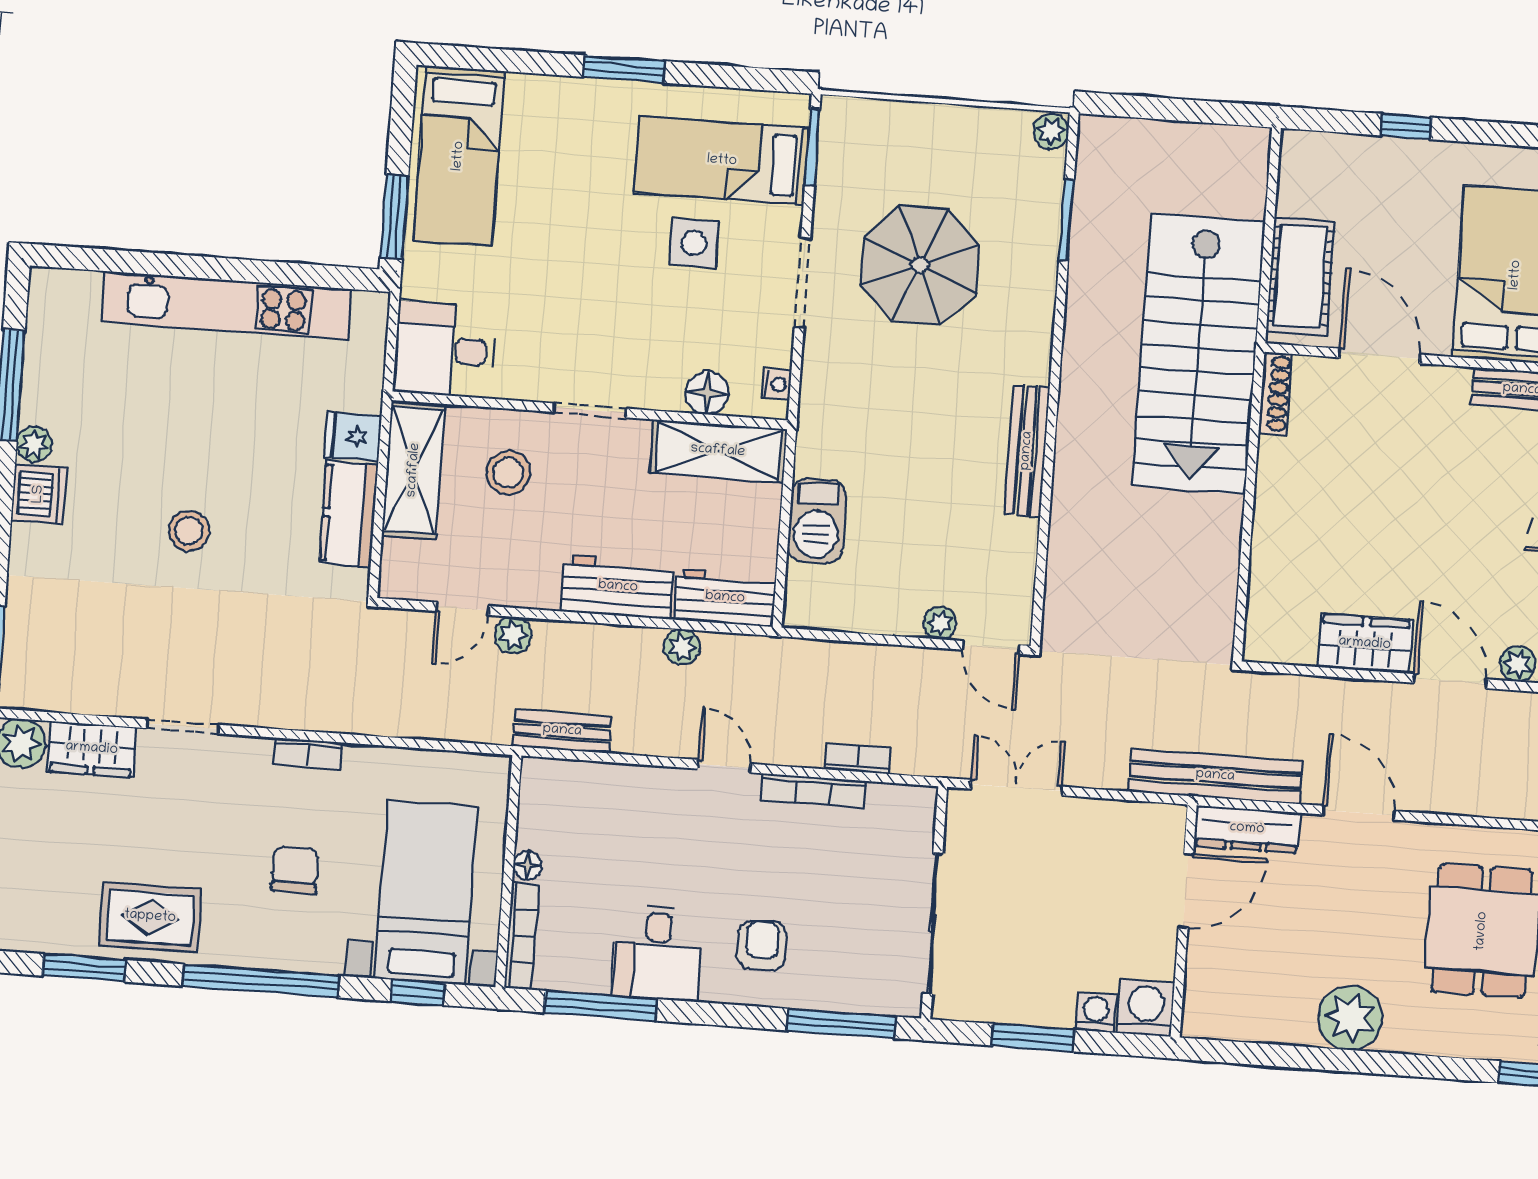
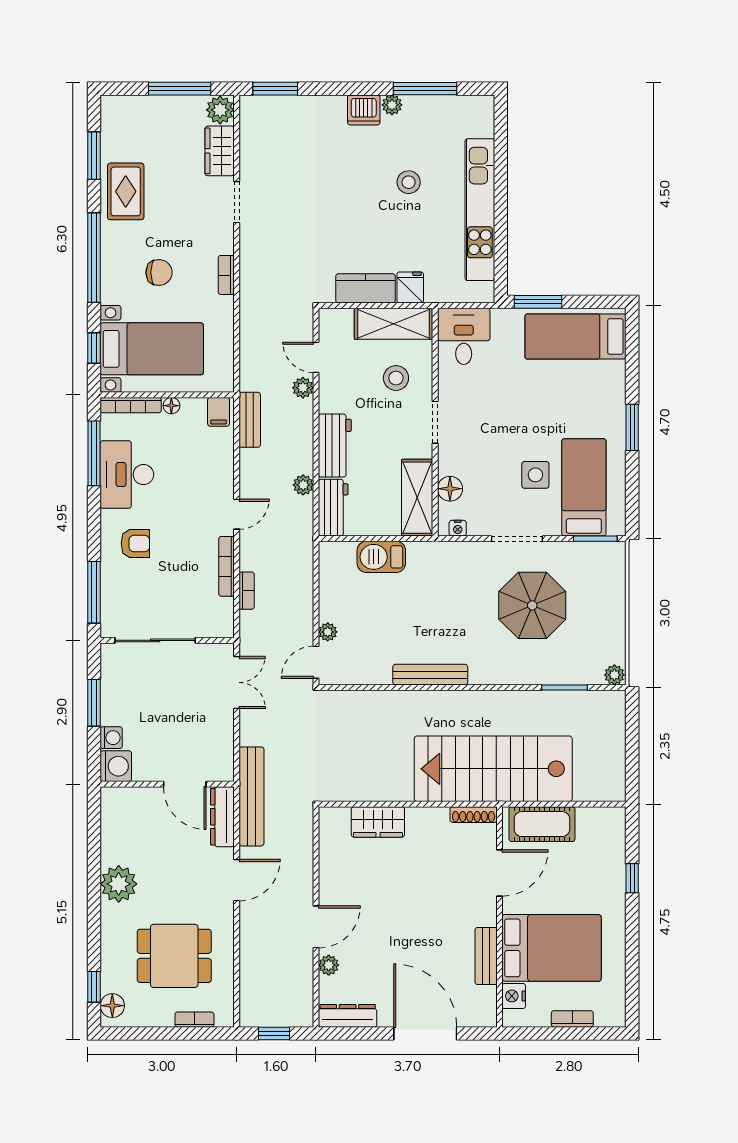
stool: (189, 531) -> (409, 182), moved
wardrobe: (1365, 644) -> (378, 822), moved, turned 90
filing cabinet: (544, 784) -> (219, 412), added
desk: (657, 953) -> (127, 475), width x1.37

